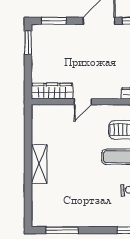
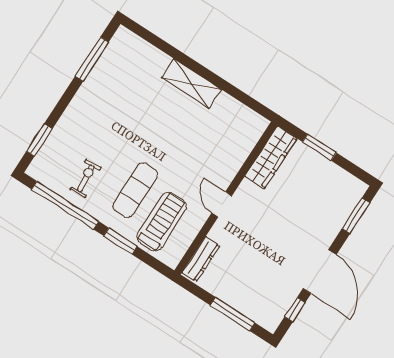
window: (28, 42) -> (319, 147), moved
door: (83, 102) -> (222, 204), moved

